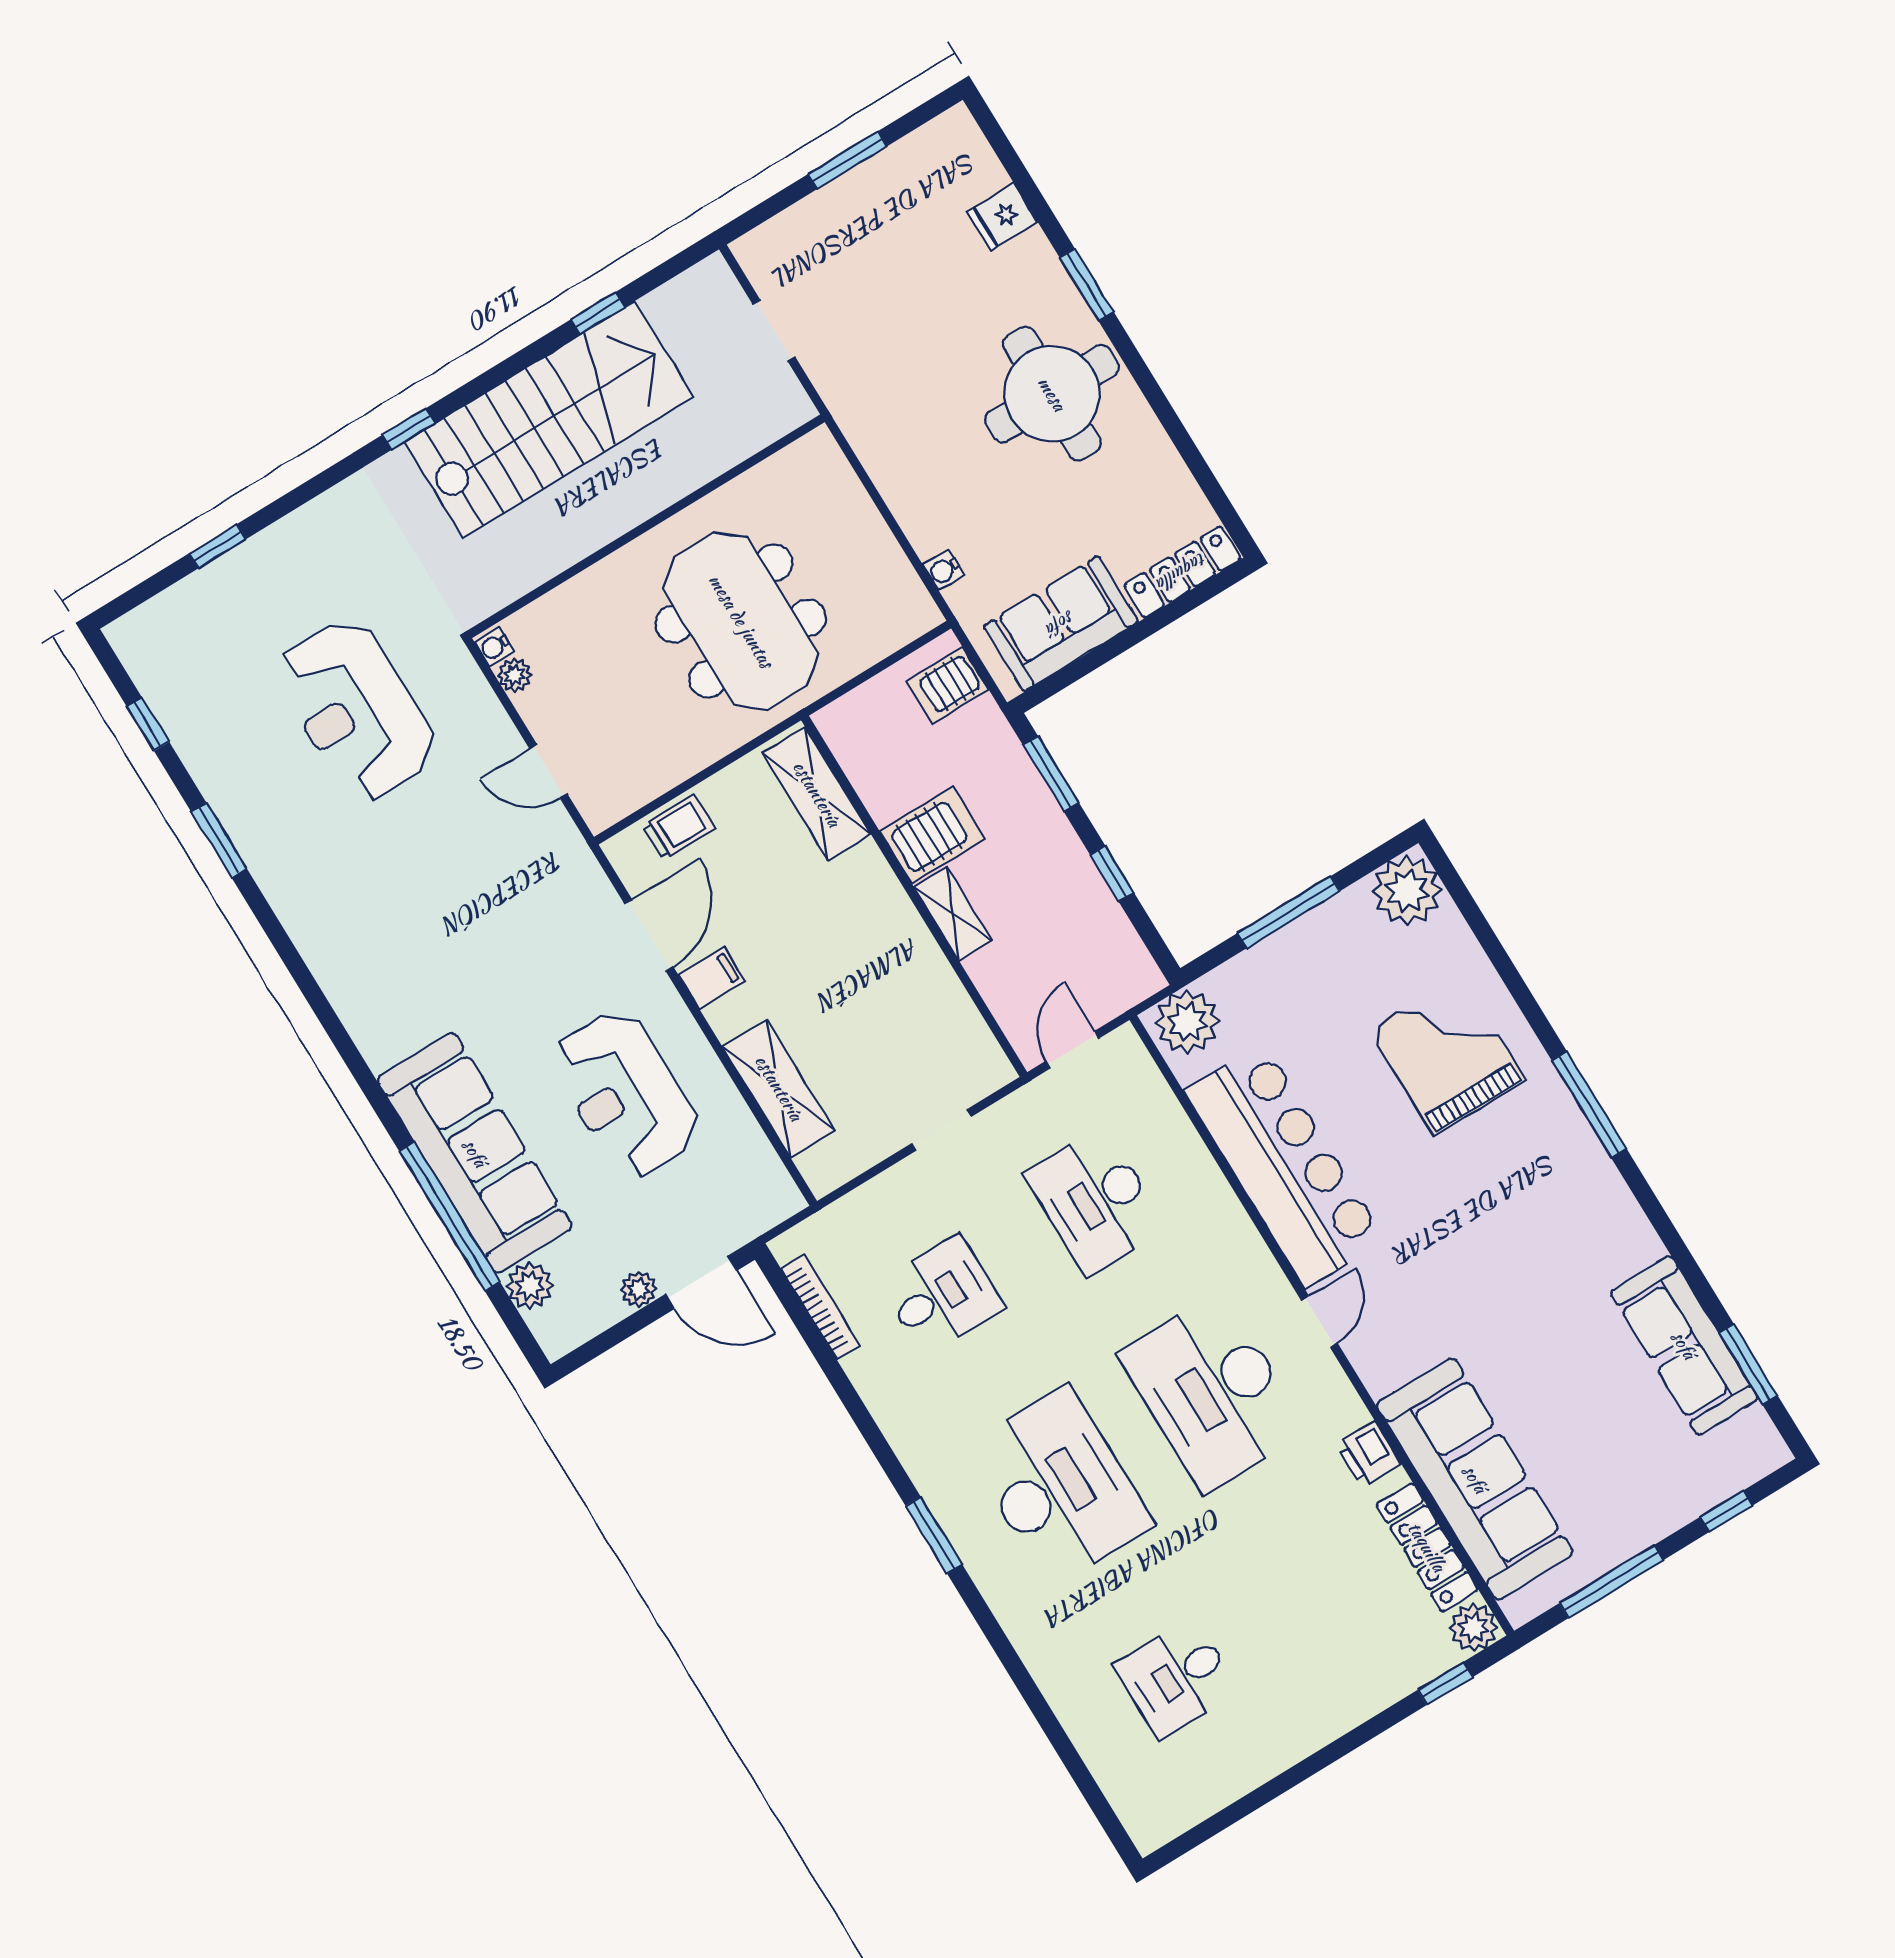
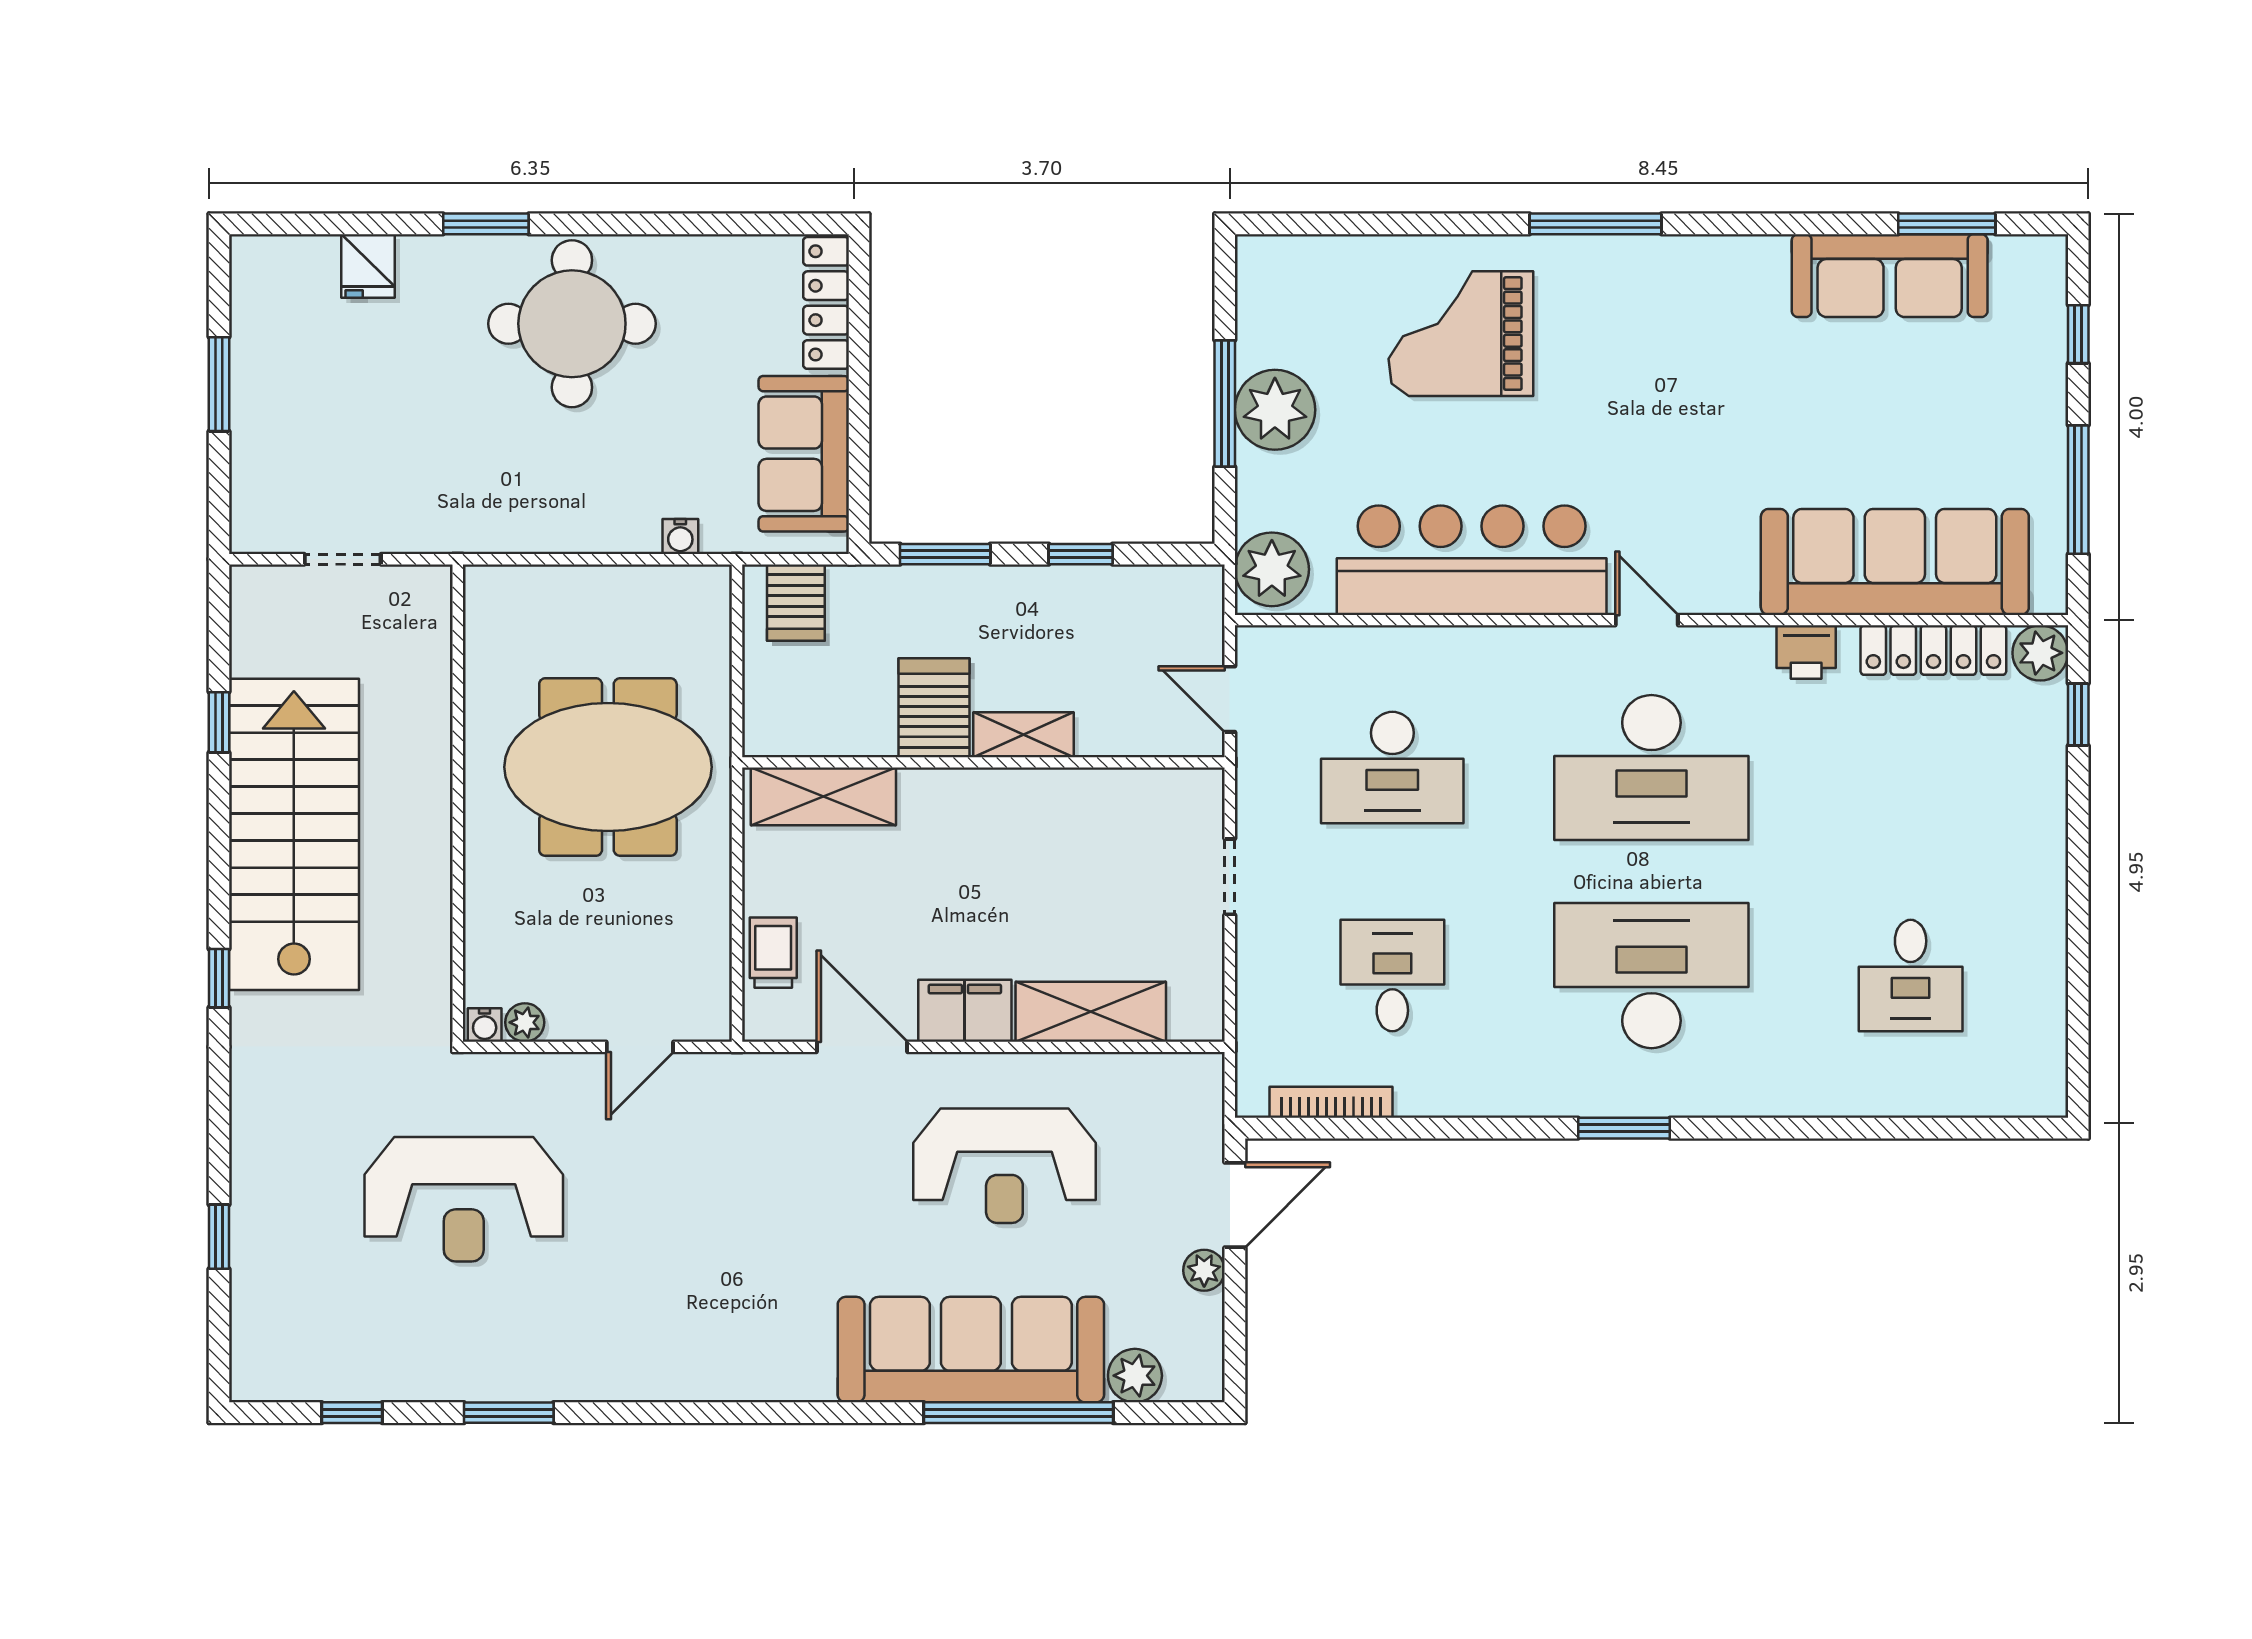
plant: (1407, 891) -> (1275, 410), moved
filing cabinet: (712, 978) -> (965, 1011), width x2.00

